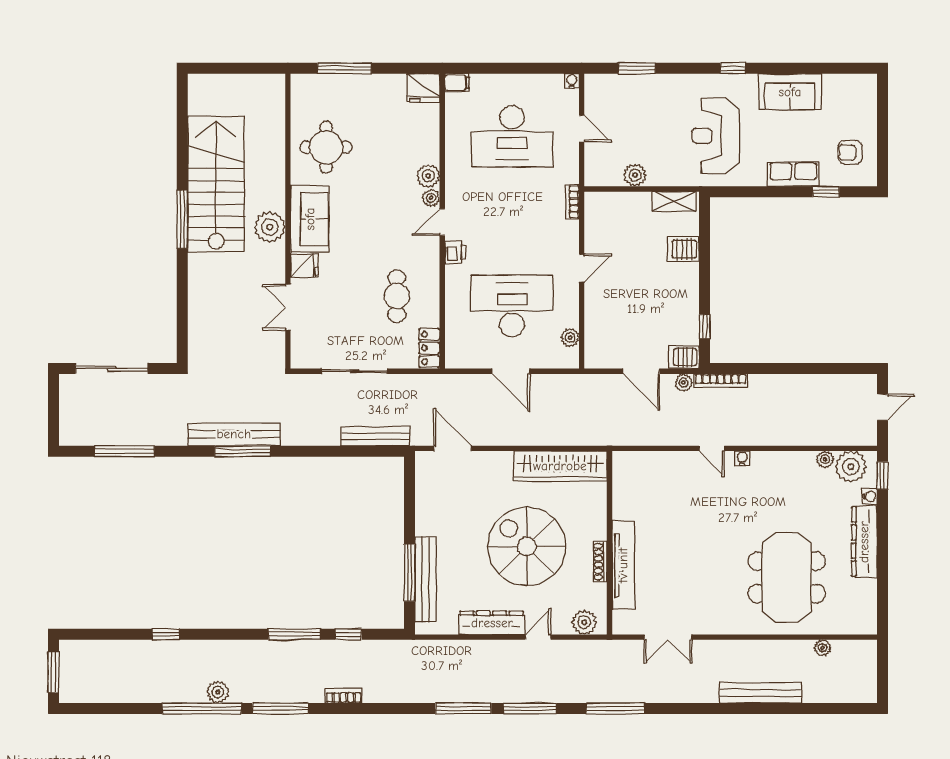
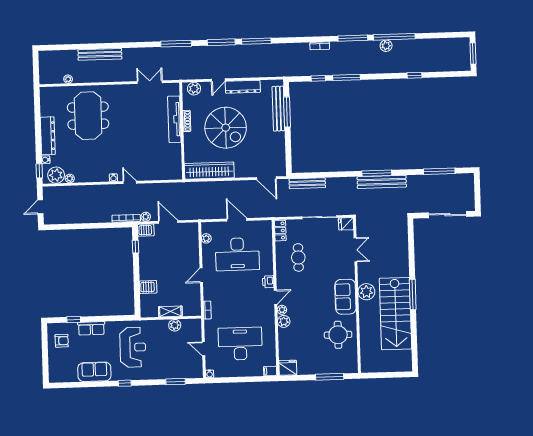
shelving: (674, 201) -> (170, 311), moved
fridge: (304, 266) -> (346, 224), moved

